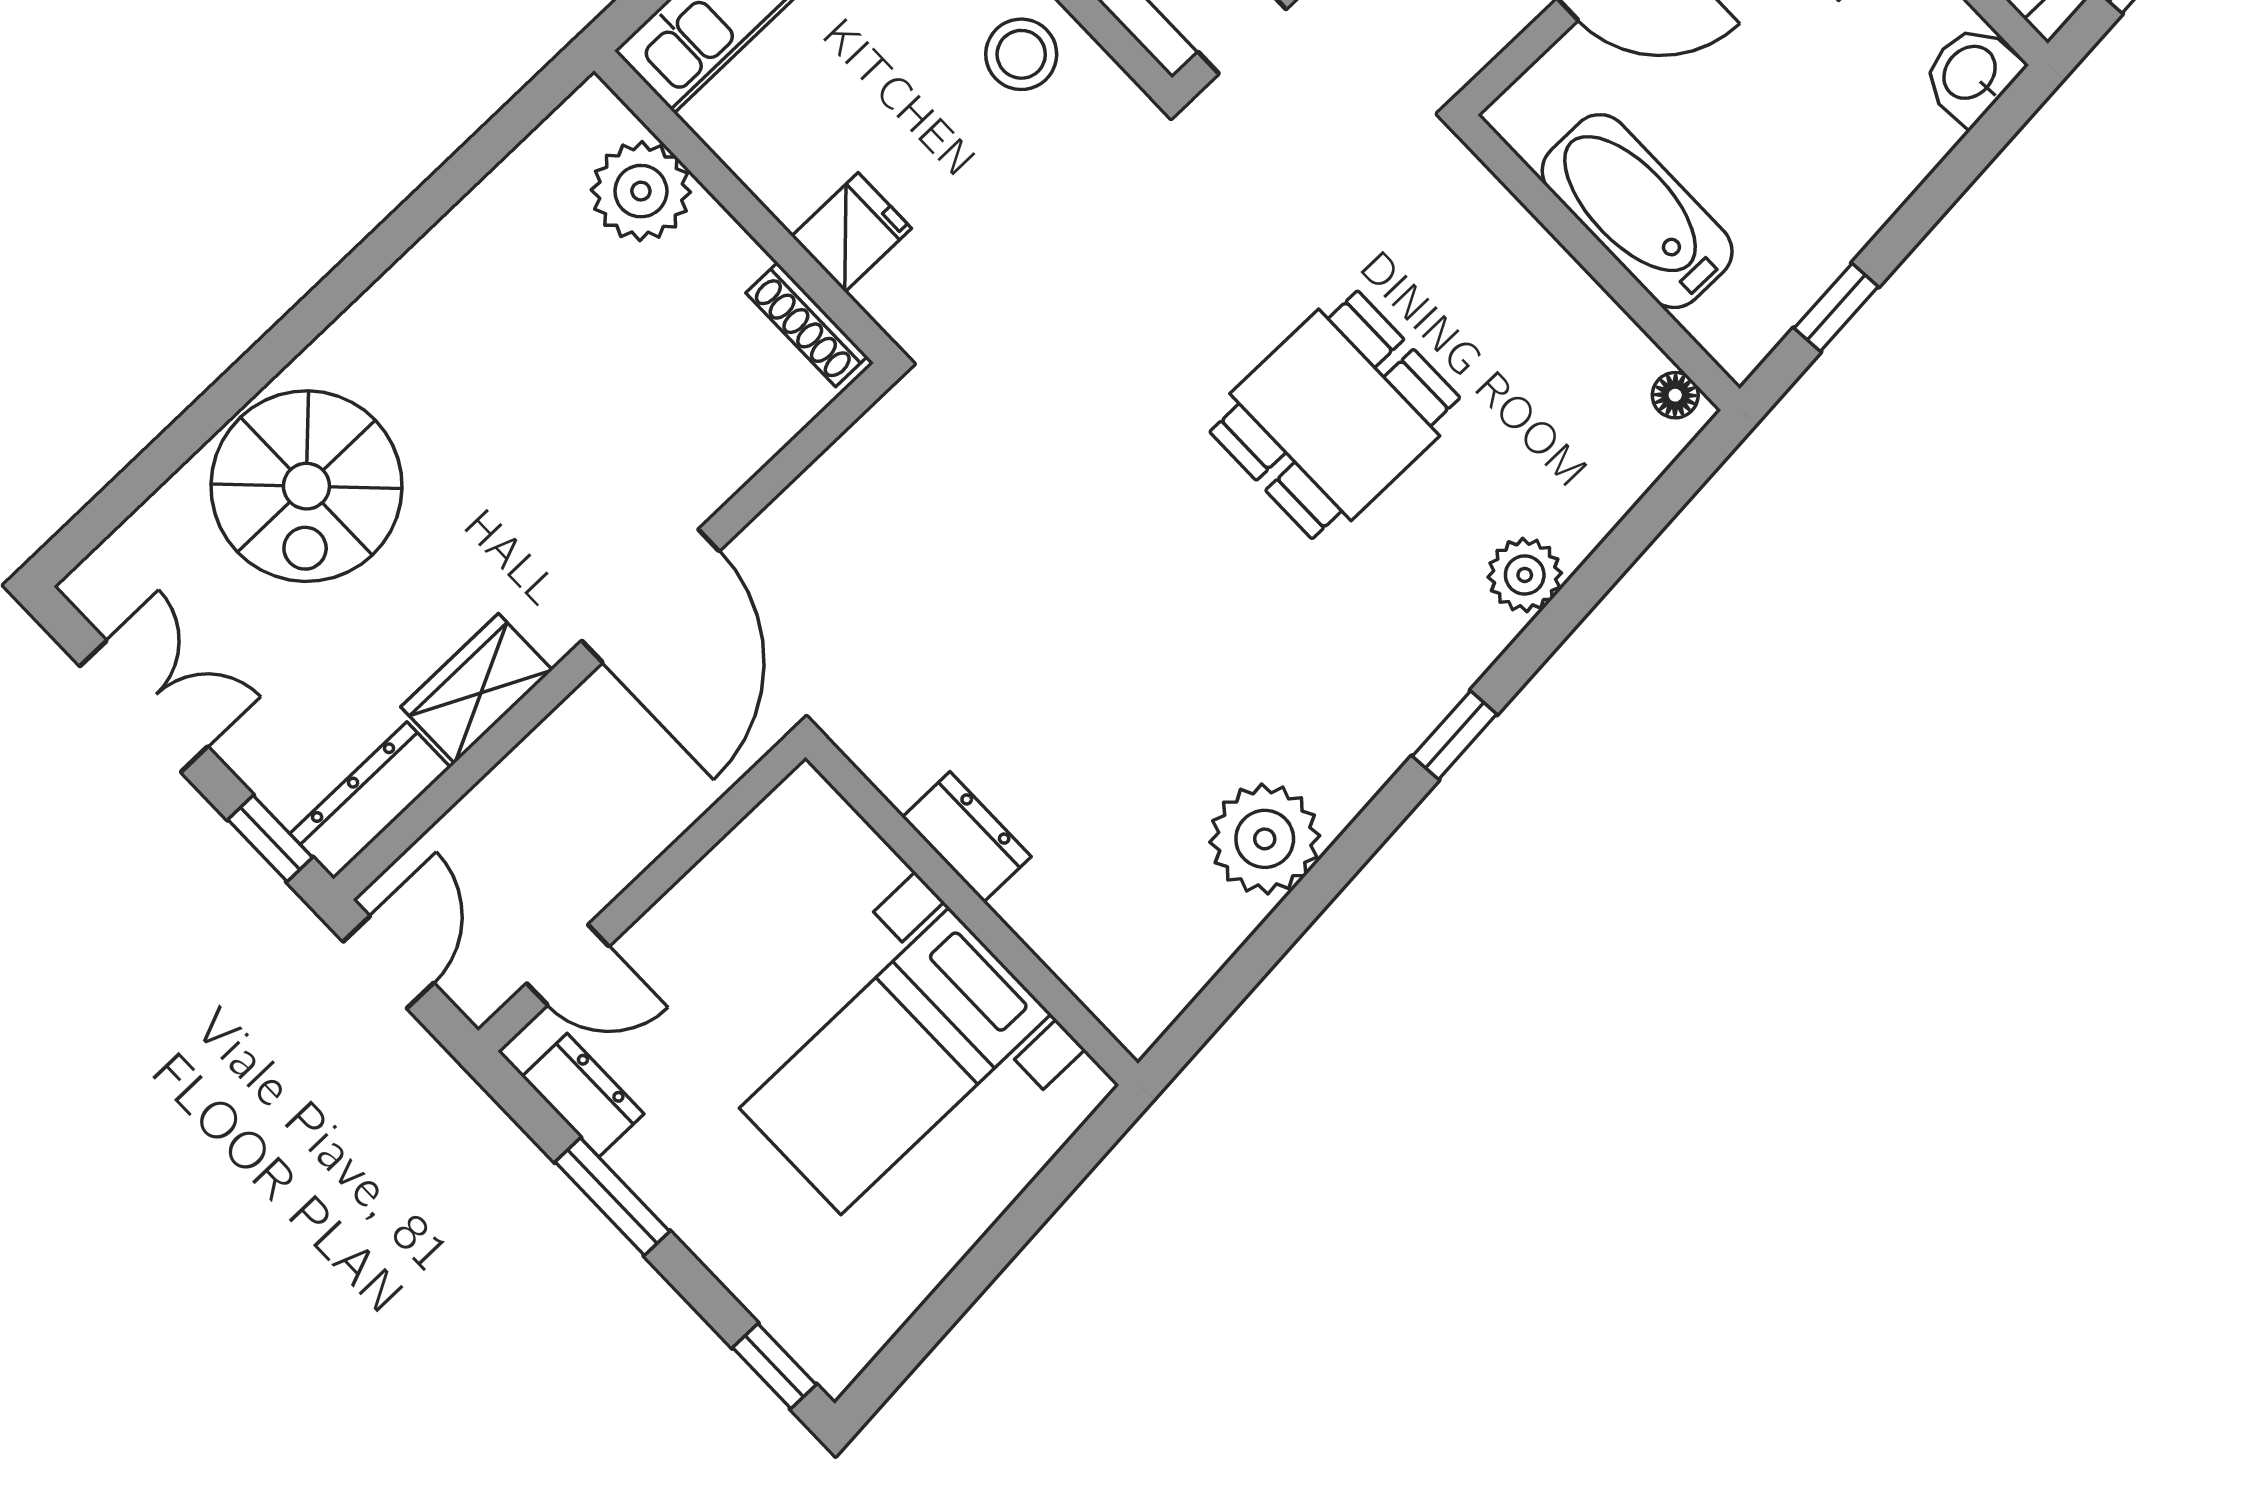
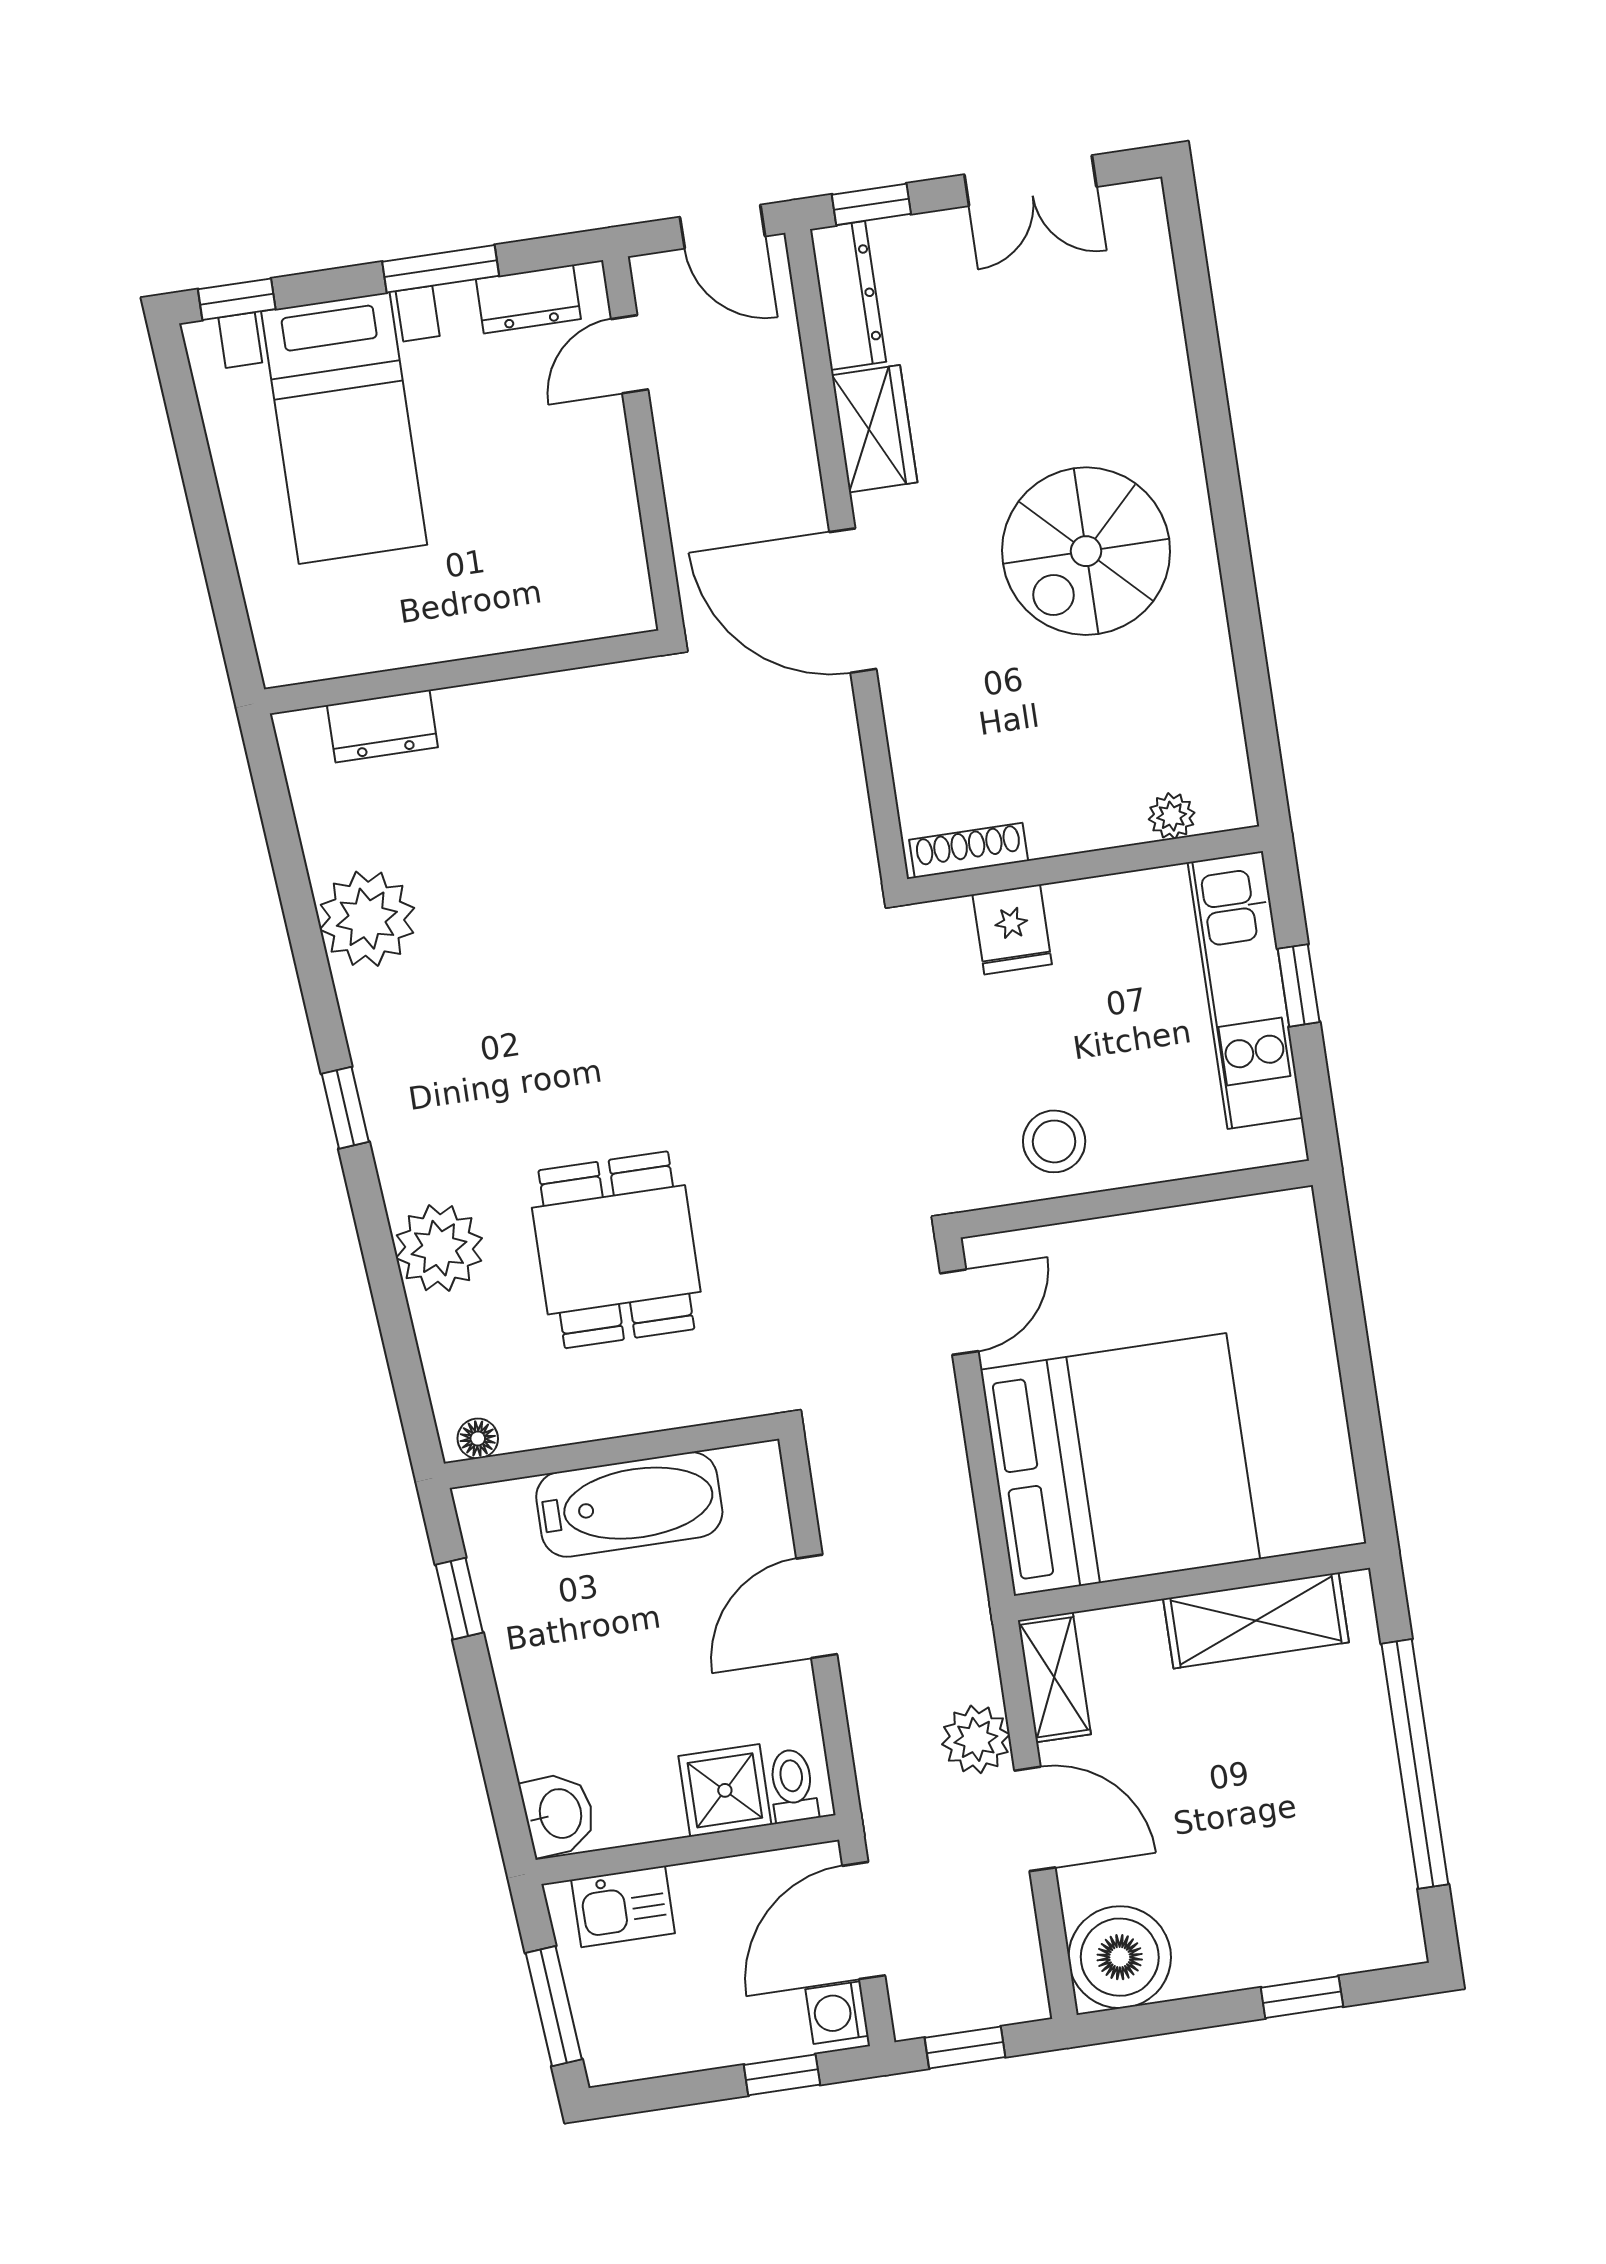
plant: (641, 191) -> (1172, 816), width x0.53, depth x0.53
dining table: (1335, 415) -> (616, 1250), moved
spiral stairs: (306, 486) -> (1086, 551), moved, turned -90
plant: (1525, 575) -> (439, 1248), width x1.36, depth x1.36
dresser: (967, 837) -> (382, 726), moved
bed with nightstands: (895, 1061) -> (344, 428), moved, turned 180

